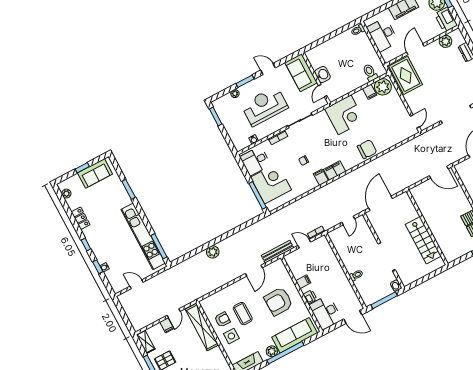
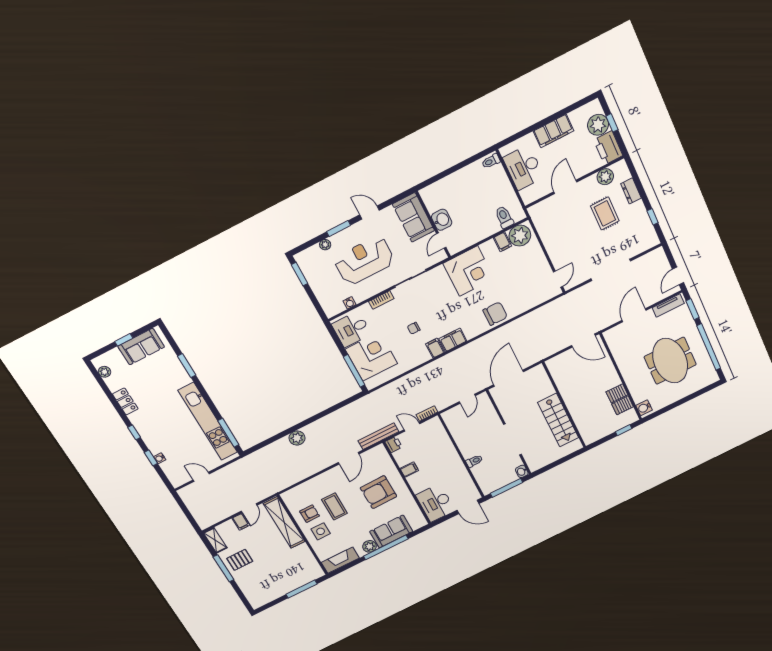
rug: (406, 75) -> (605, 213), moved, width x0.73, depth x0.70
printer: (310, 297) -> (394, 444), moved
sofa: (295, 335) -> (391, 531), width x0.73

